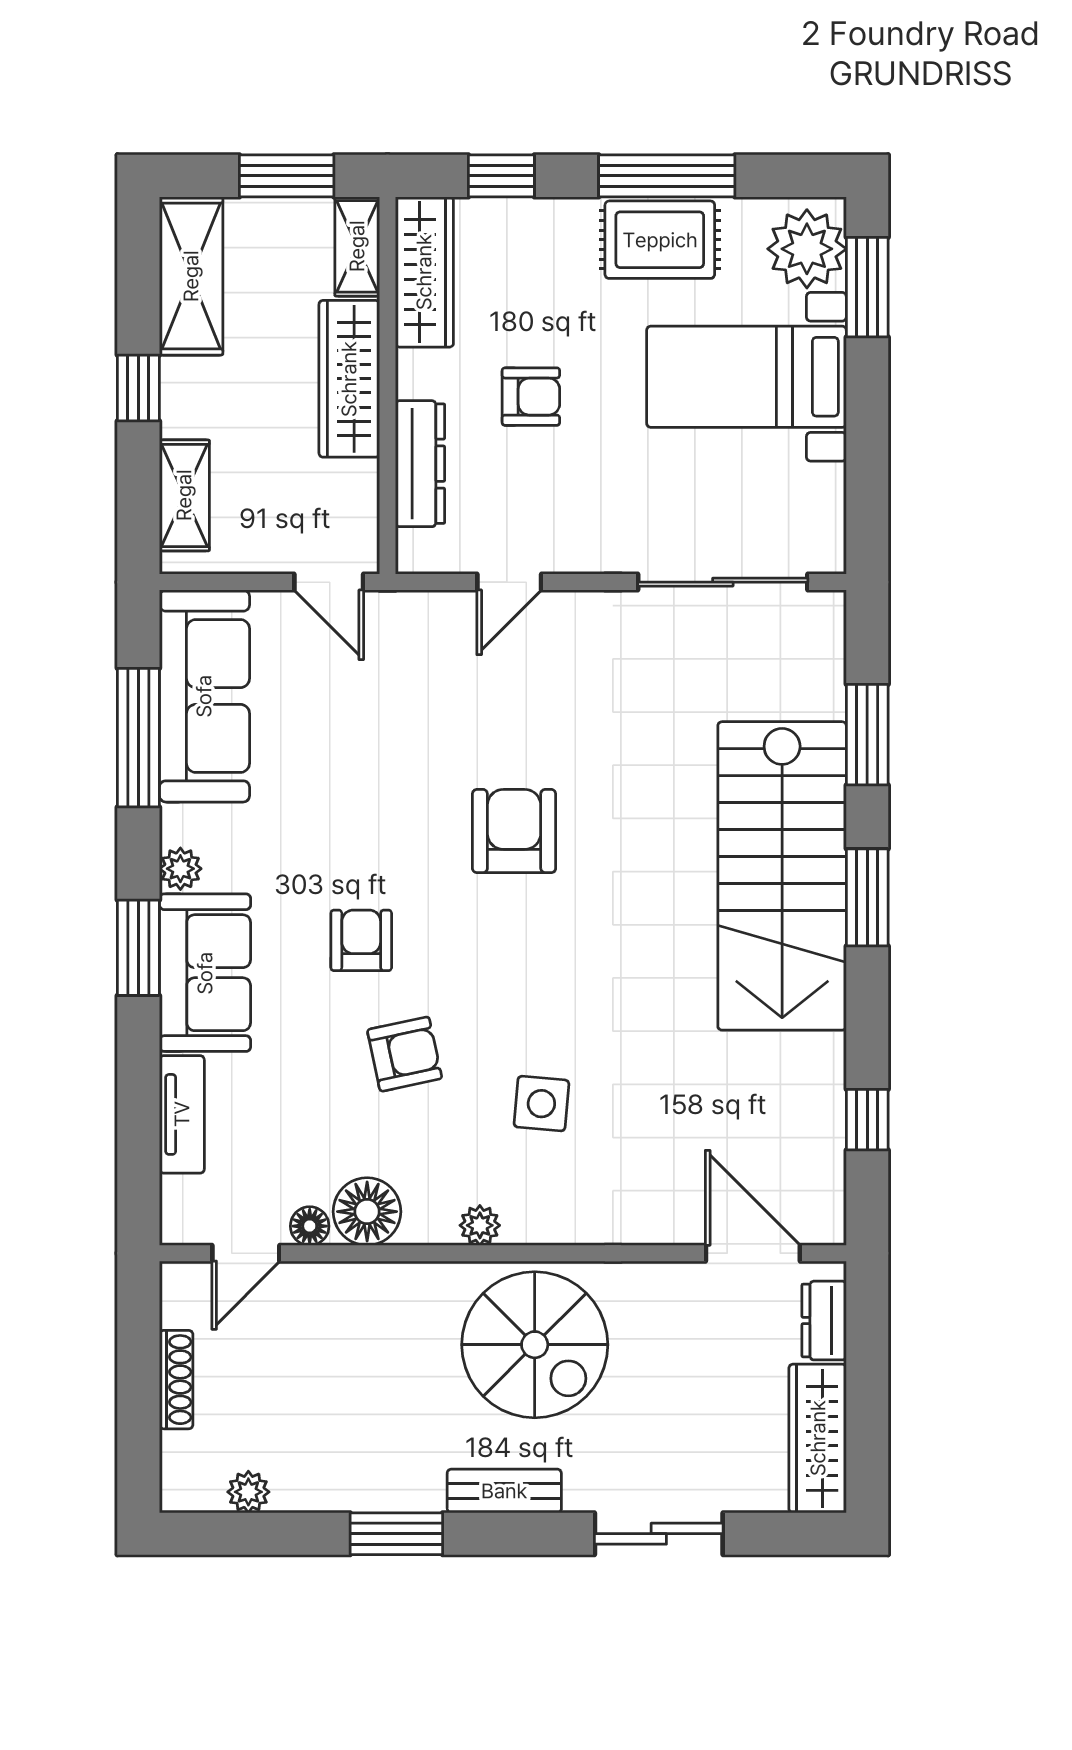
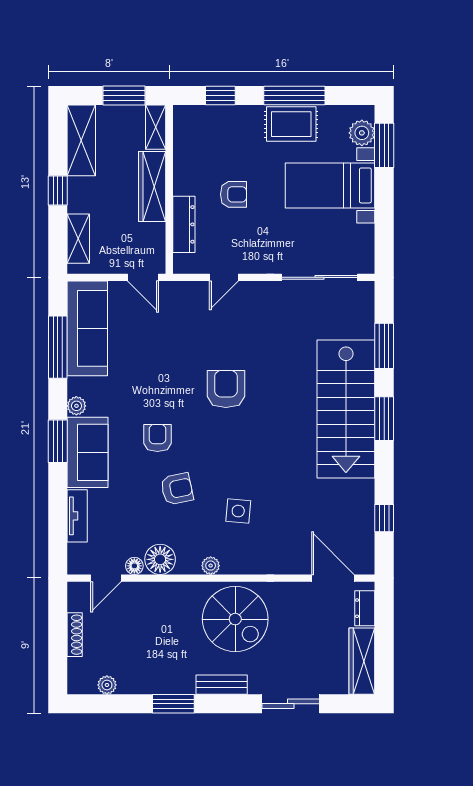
plant: (807, 249) -> (362, 133), width x0.73, depth x0.73
wardrobe: (424, 272) -> (186, 139), removed

